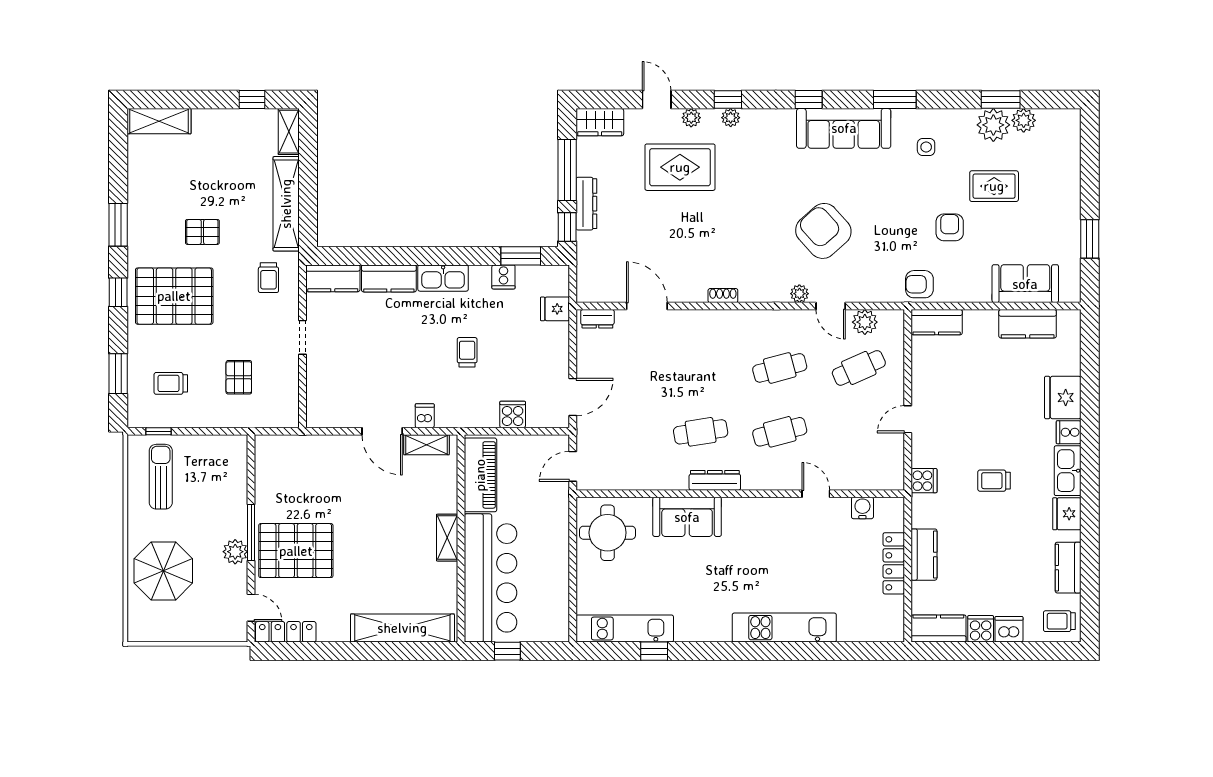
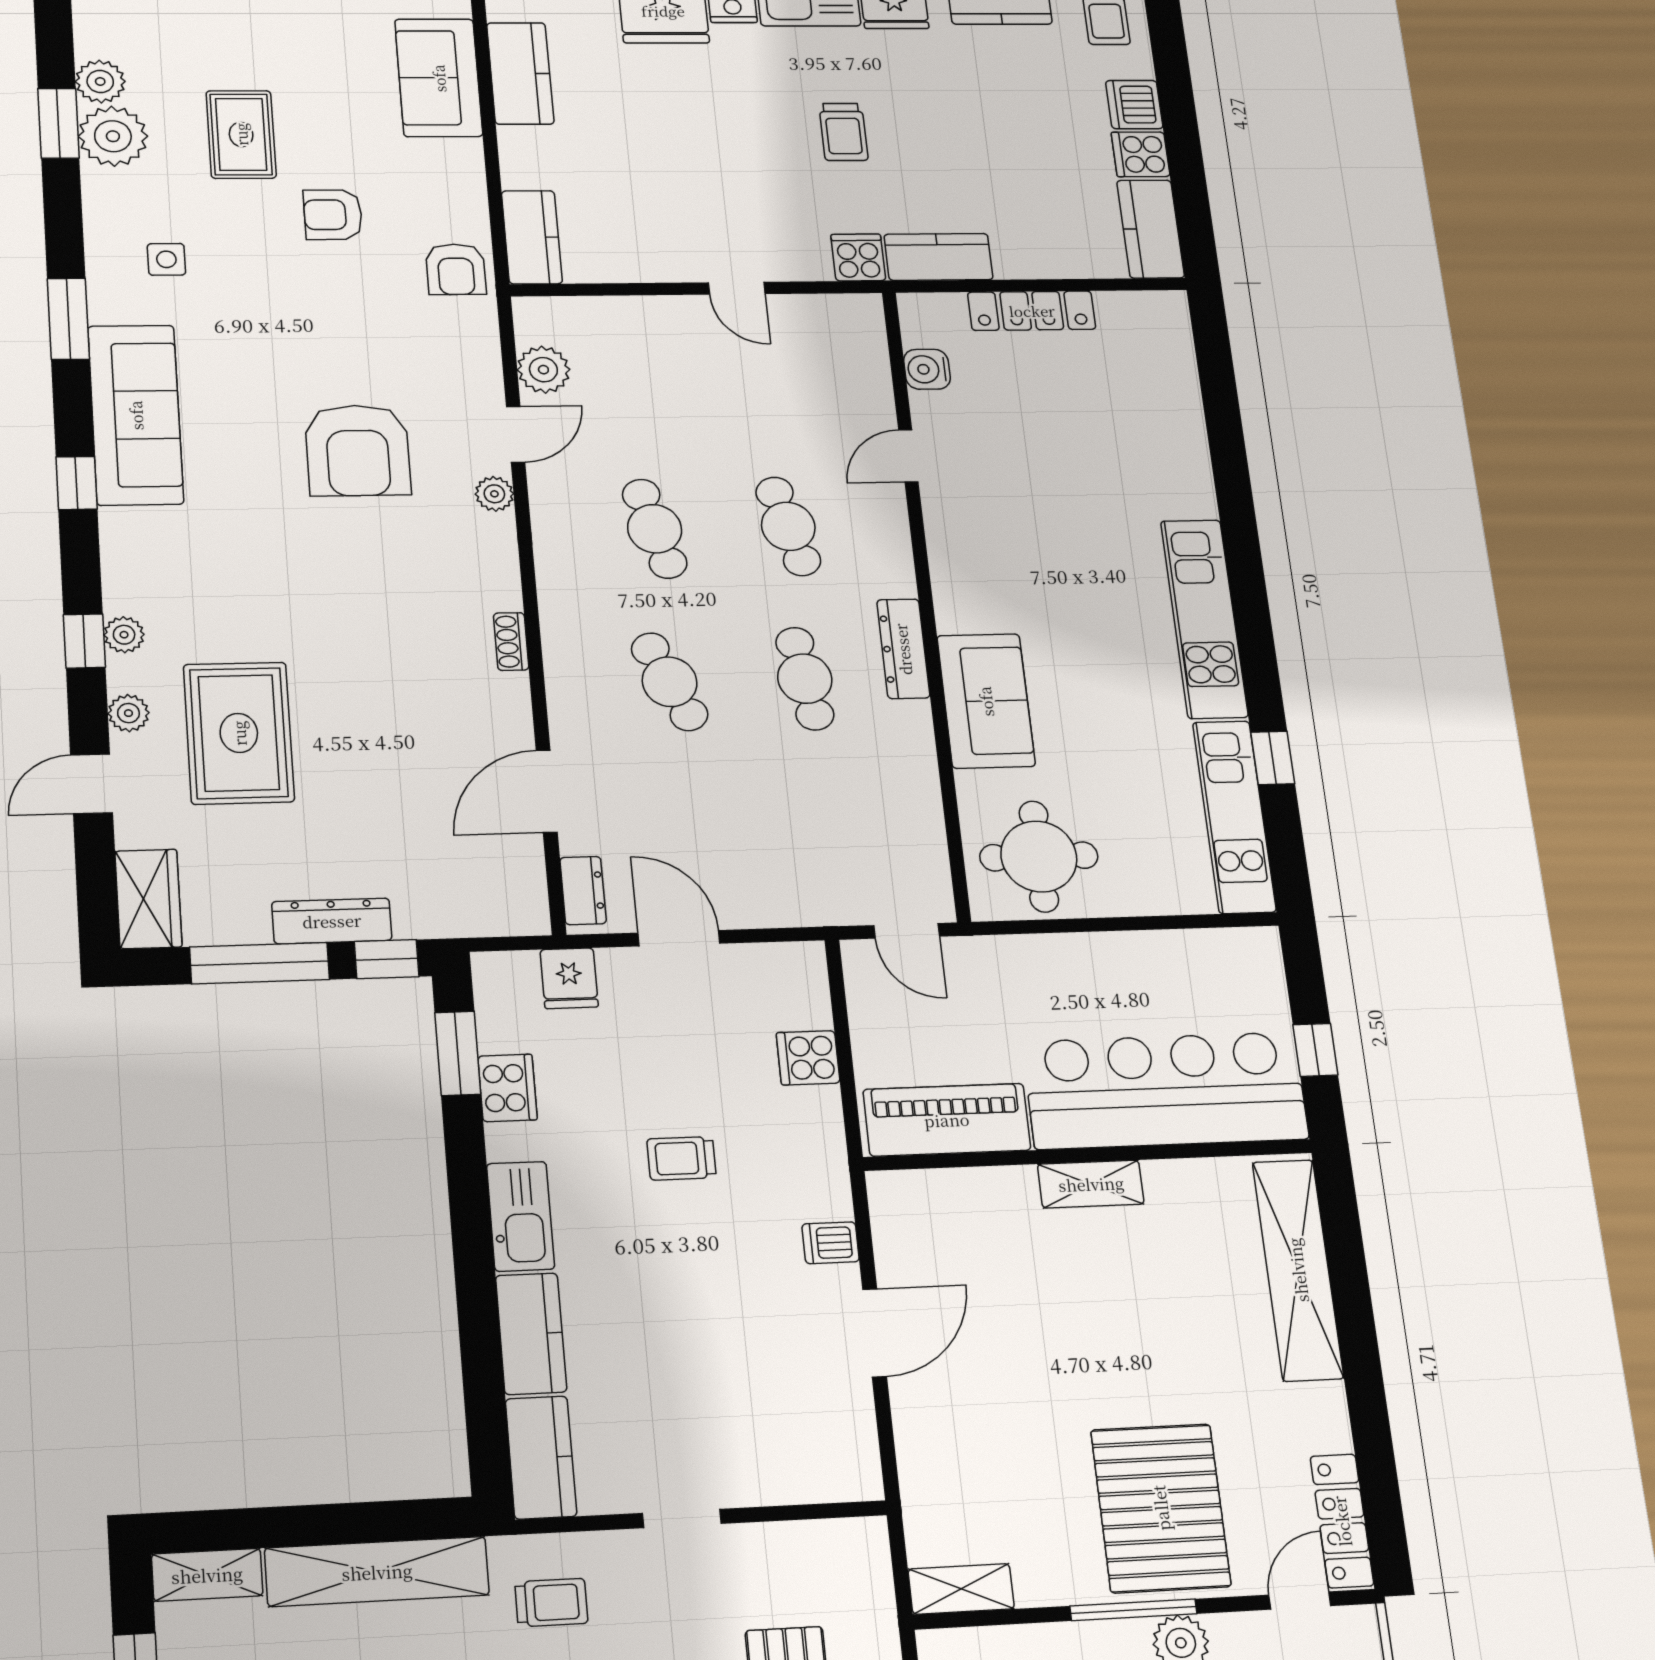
armchair: (823, 231) -> (358, 450), turned -48
cooker: (503, 277) -> (508, 1088), width x1.36
cafe table: (859, 368) -> (670, 682), moved
door: (573, 397) -> (679, 938), moved
shelving: (426, 445) -> (961, 1589), moved, turned 90
kitchen counter: (924, 555) -> (939, 257), moved
kitchen unit: (784, 628) -> (1204, 619), moved

